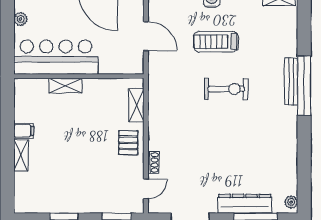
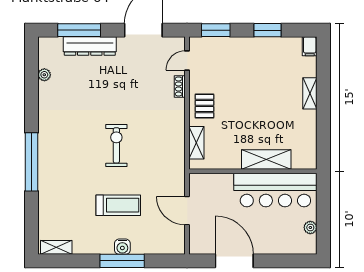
bench: (291, 81) -> (44, 166), removed
shelving: (65, 86) -> (266, 159), width x1.50, depth x1.33
exercise bike: (226, 89) -> (116, 145), moved, turned 90
filing cabinet: (24, 131) -> (310, 46), moved, turned -90
plant: (291, 202) -> (44, 75), moved

